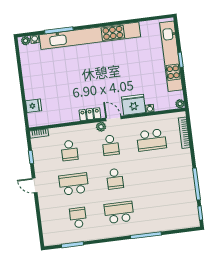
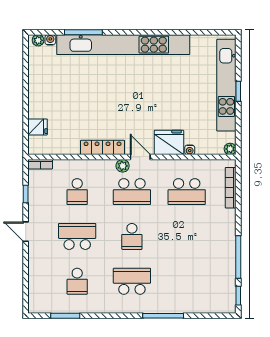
locker: (90, 114) -> (103, 147), width x1.53
school desk: (110, 145) -> (132, 192), width x1.85
school desk: (78, 218) -> (77, 281), turned 180

